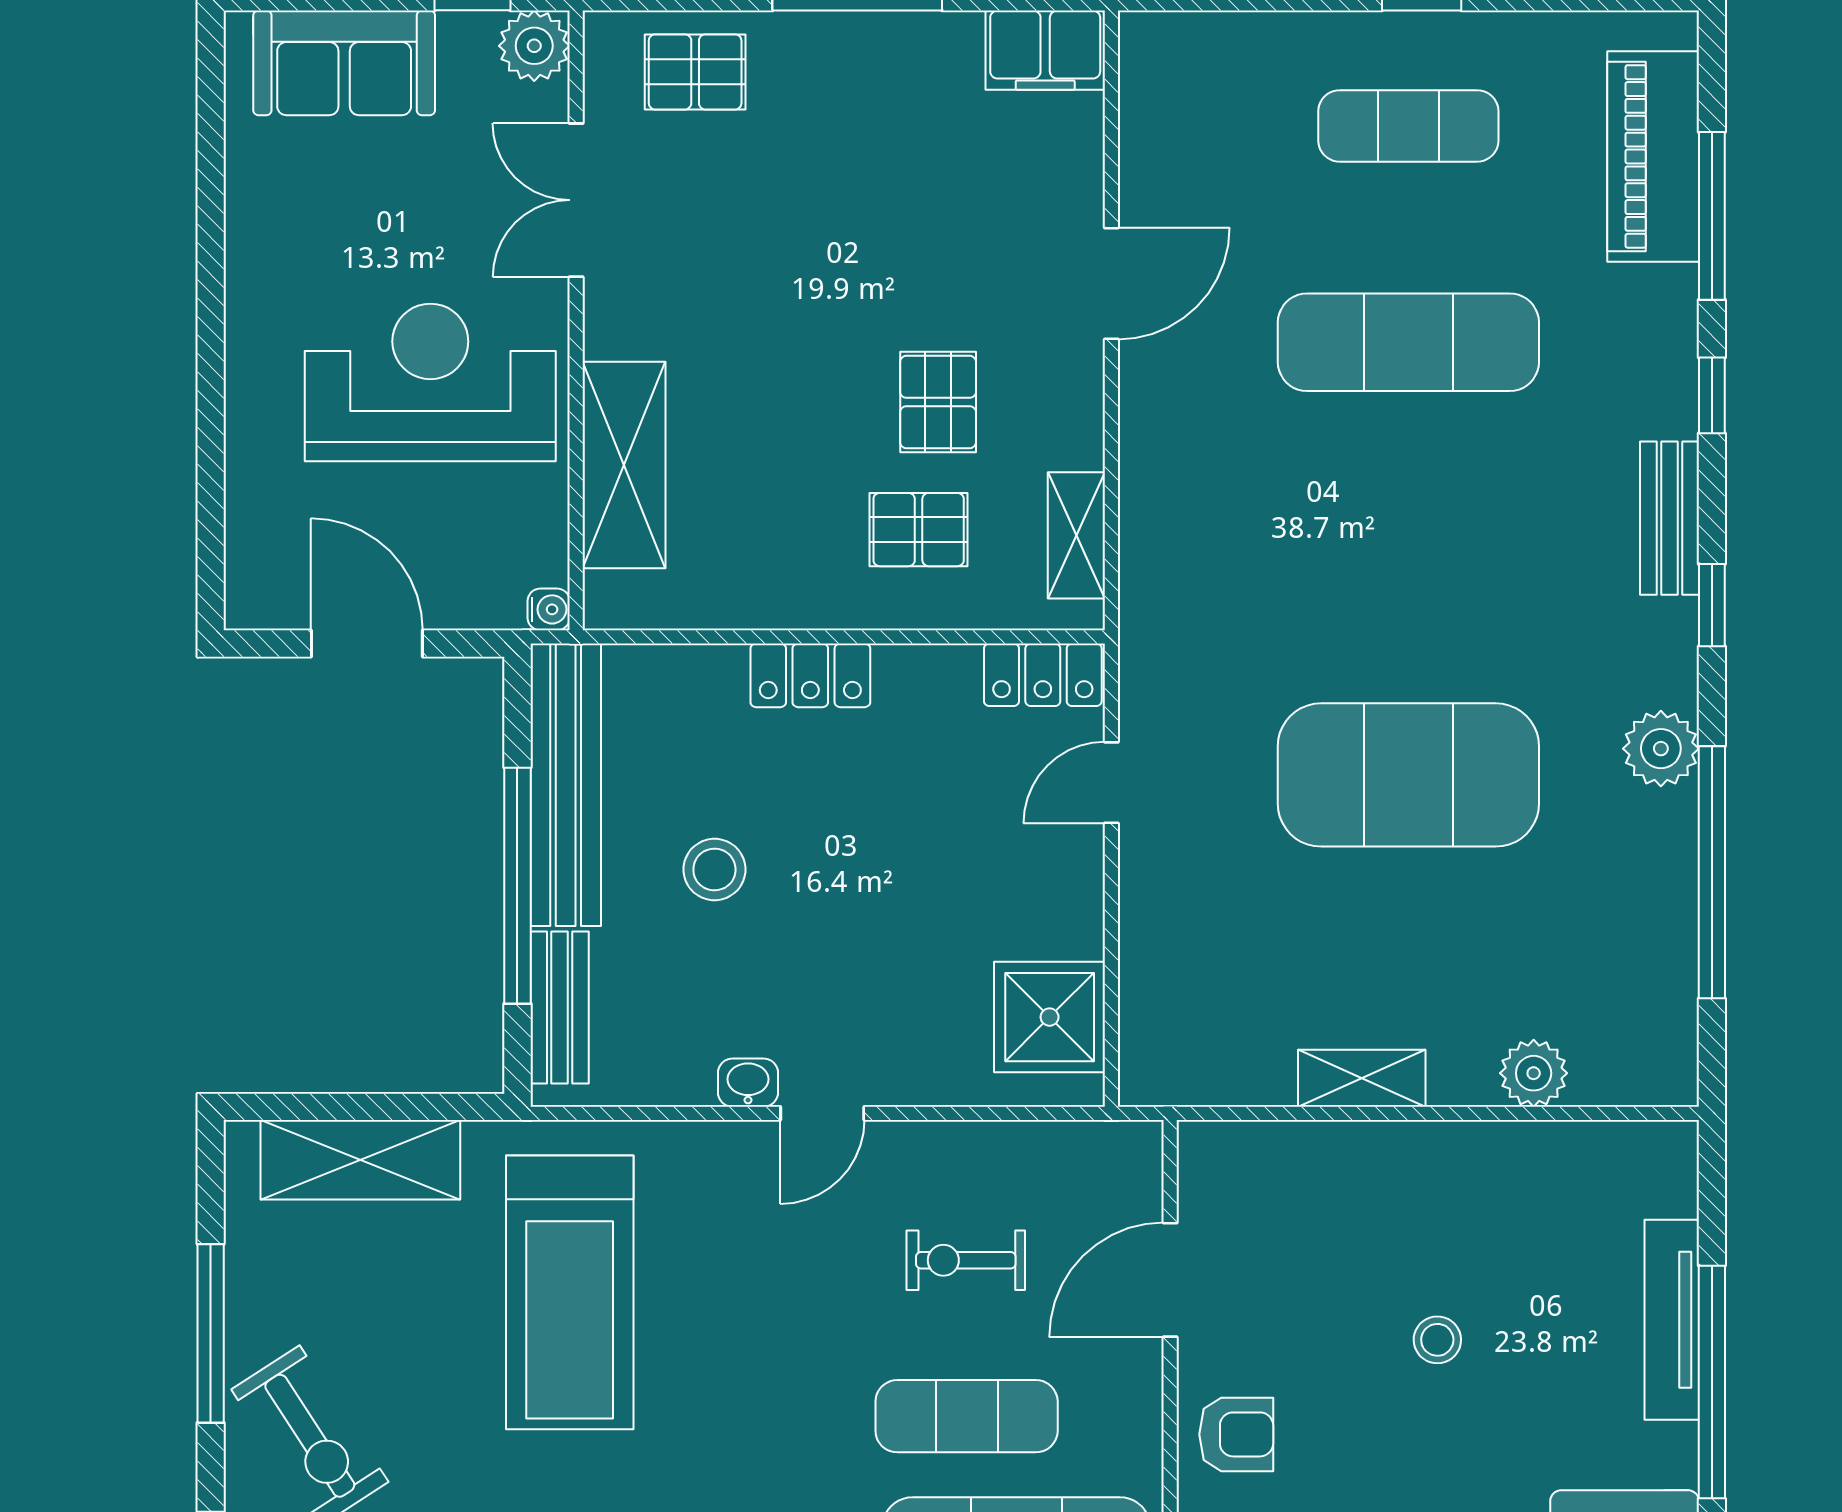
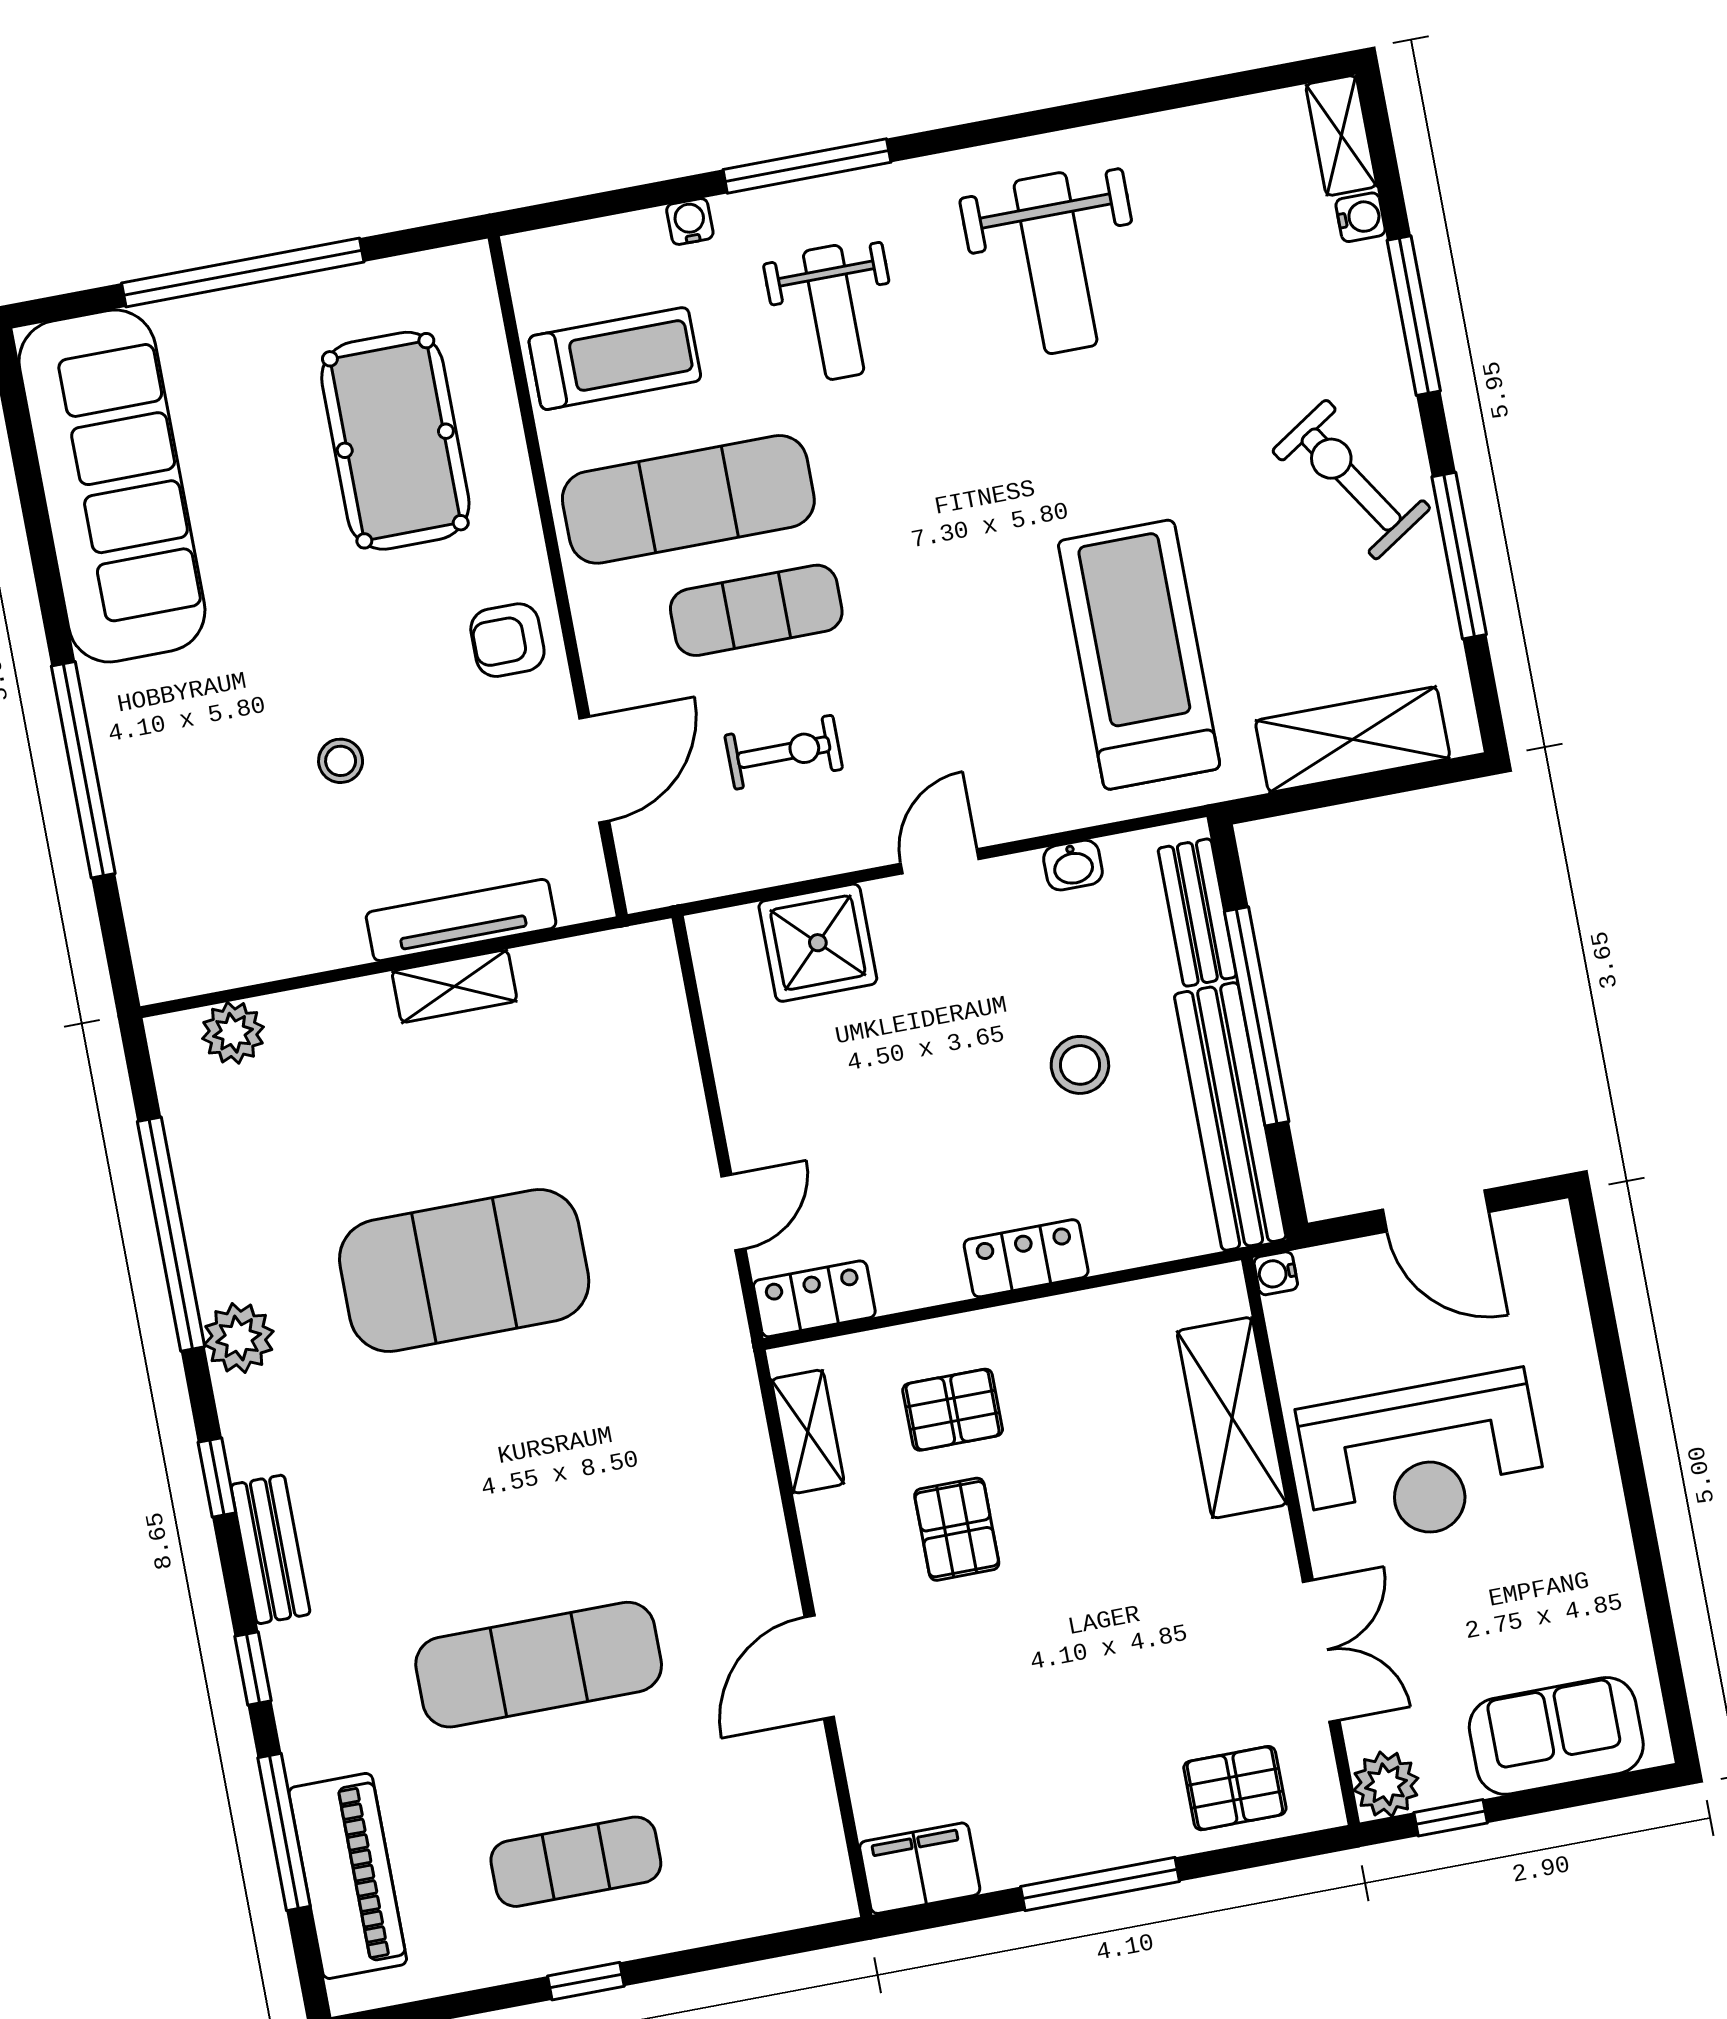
shower: (1050, 1017) -> (818, 943), moved
plant: (1534, 1073) -> (233, 1033), moved
washbasin: (748, 1083) -> (1073, 865), moved
tv unit: (1672, 1320) -> (461, 920), moved, turned -90

